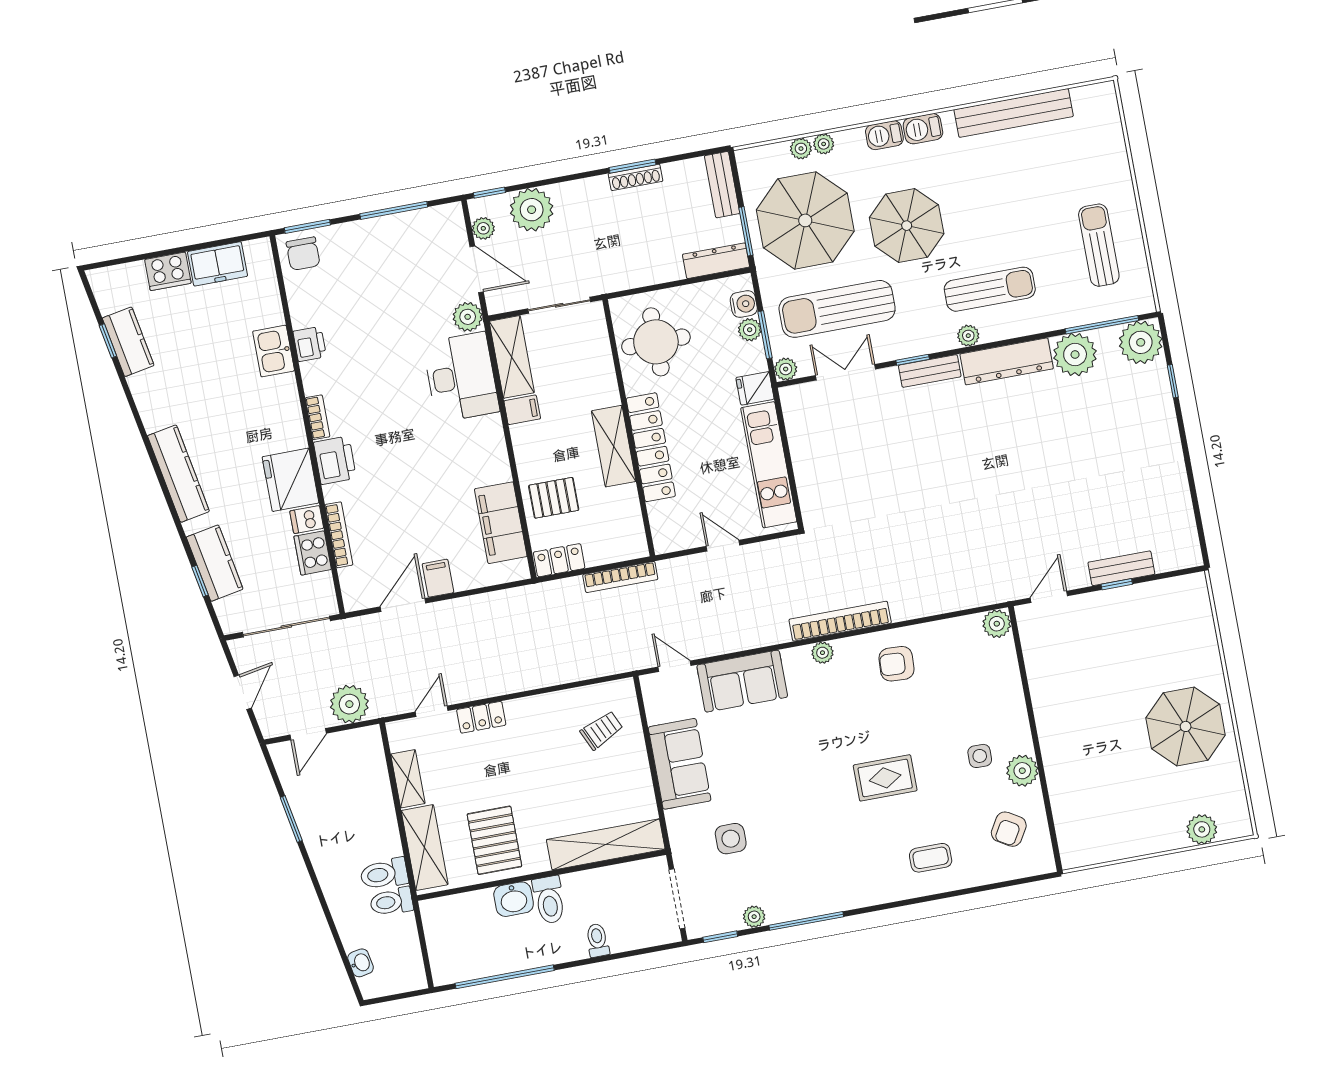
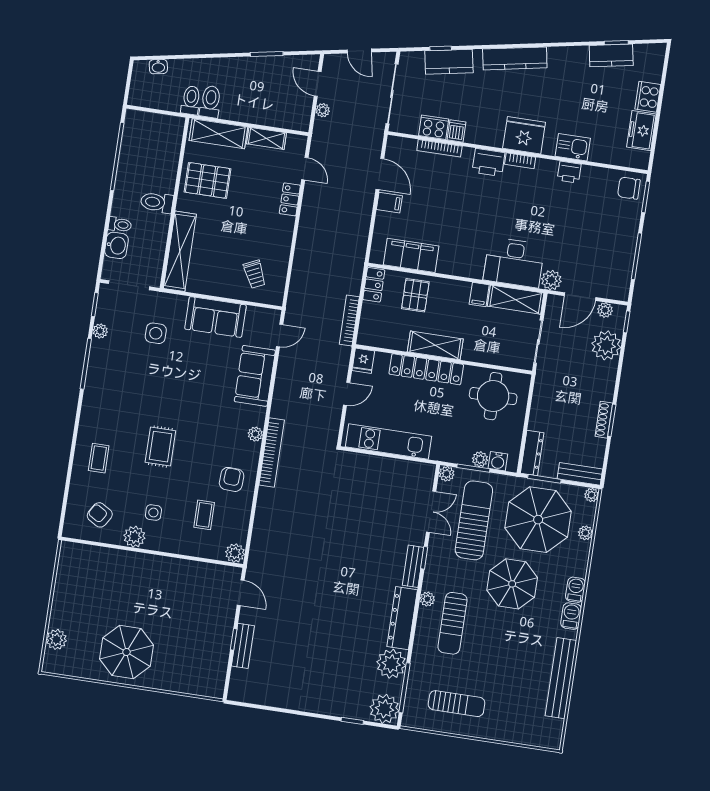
plant: (824, 144) -> (591, 495), moved
fridge: (755, 388) -> (363, 361), moved, turned 180
fridge: (291, 480) -> (524, 135), moved
coffee table: (959, 685) -> (204, 515), added
plant: (349, 704) -> (323, 110), width x0.53, depth x0.53
washbasin: (514, 899) -> (116, 245), moved, turned 180

